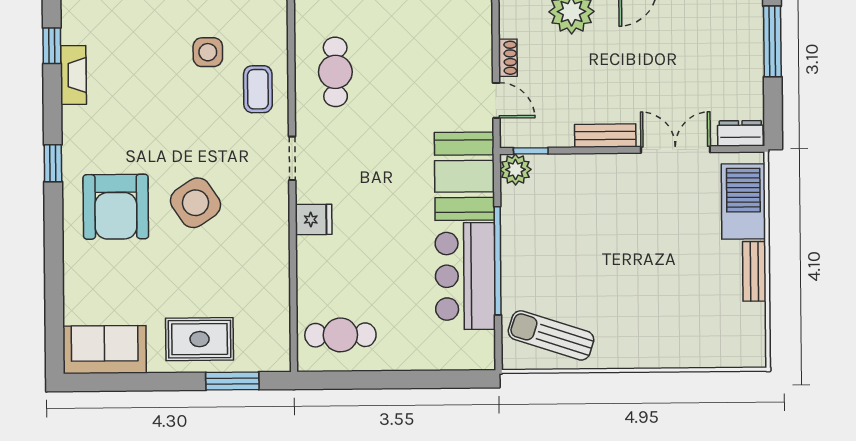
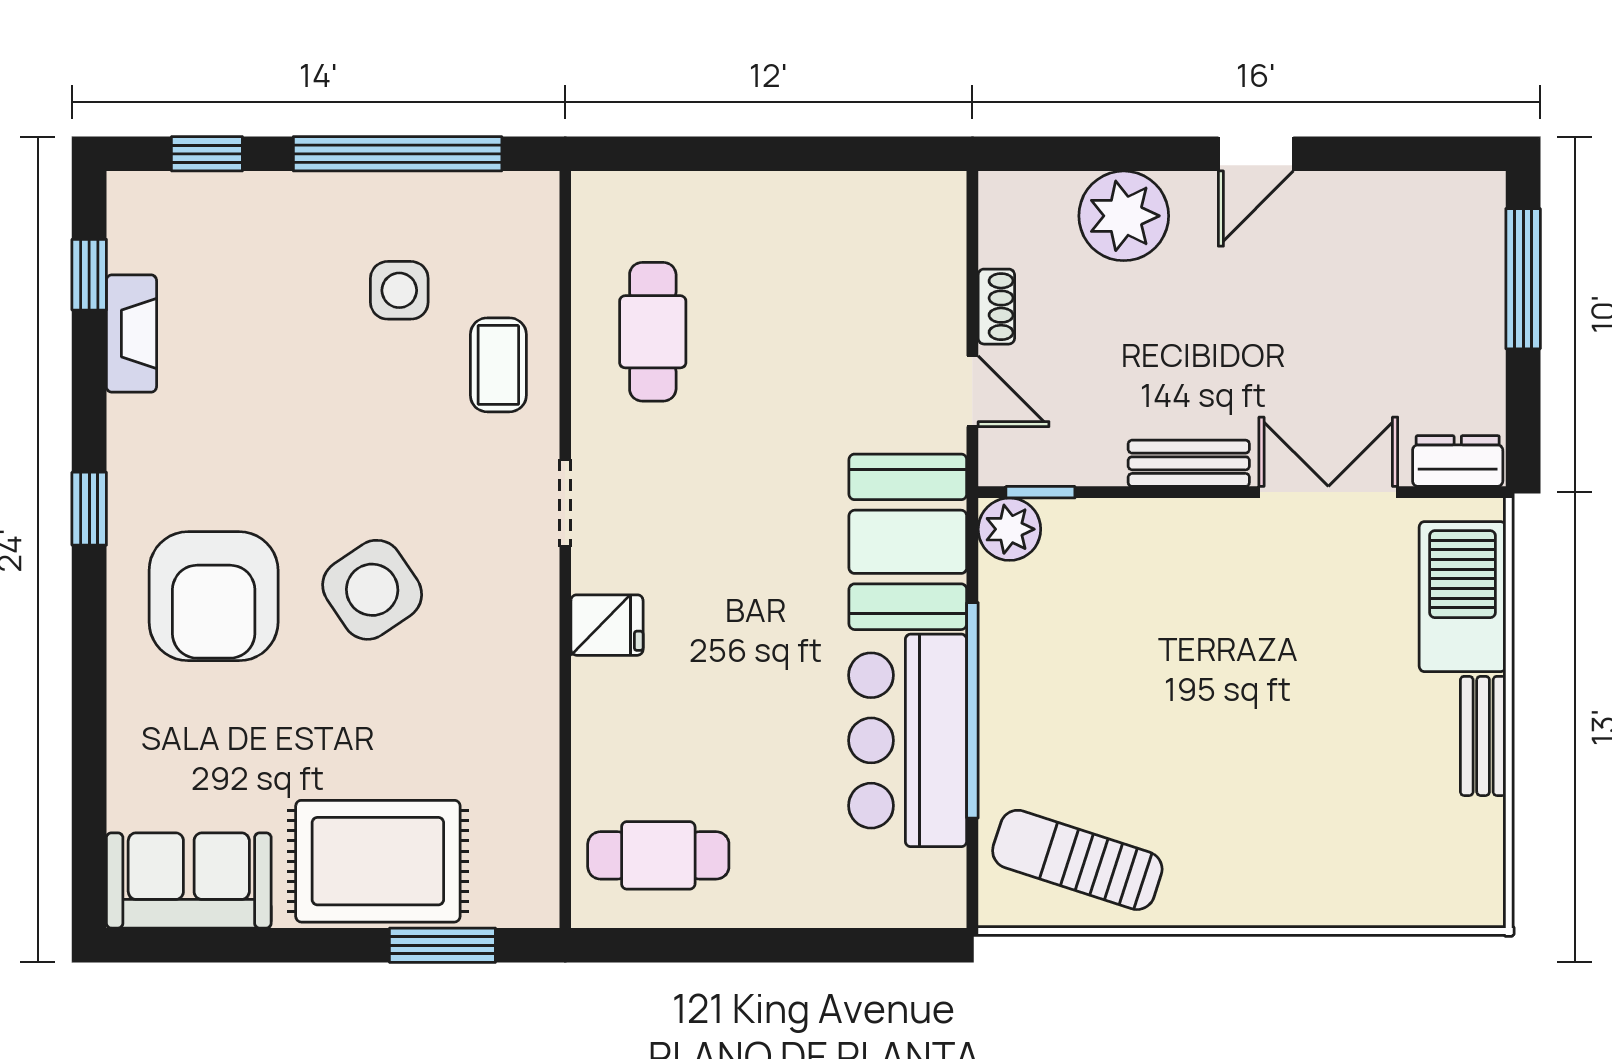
rug: (200, 339) -> (378, 861), width x1.36, depth x1.43

